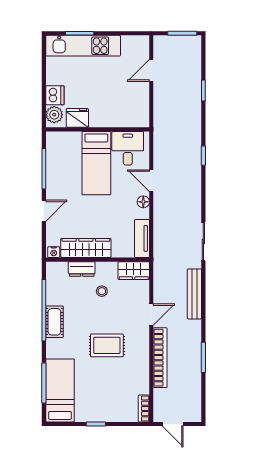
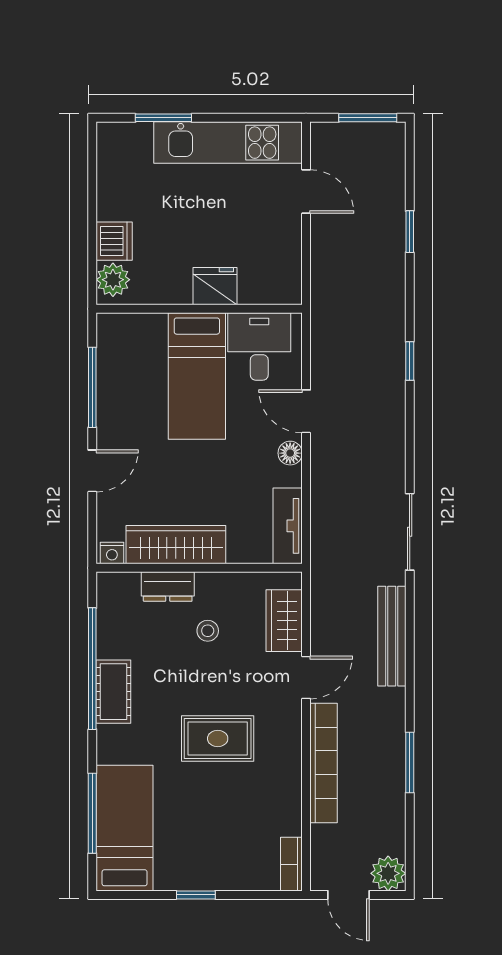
kitchen unit: (83, 46) -> (228, 143), moved
door: (151, 70) -> (306, 192), swing flipped
fridge: (77, 118) -> (215, 286), moved
wardrobe: (134, 271) -> (284, 621), moved, turned 90
plant: (193, 413) -> (388, 873), added

